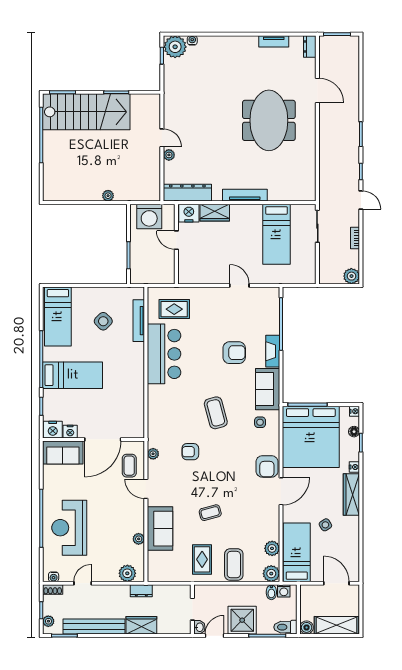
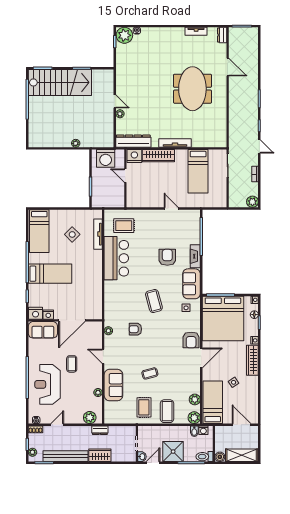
wardrobe: (215, 213) -> (158, 156), width x1.50
armchair: (234, 353) -> (167, 257), turned -90
coffee table: (129, 466) -> (72, 364), moved

